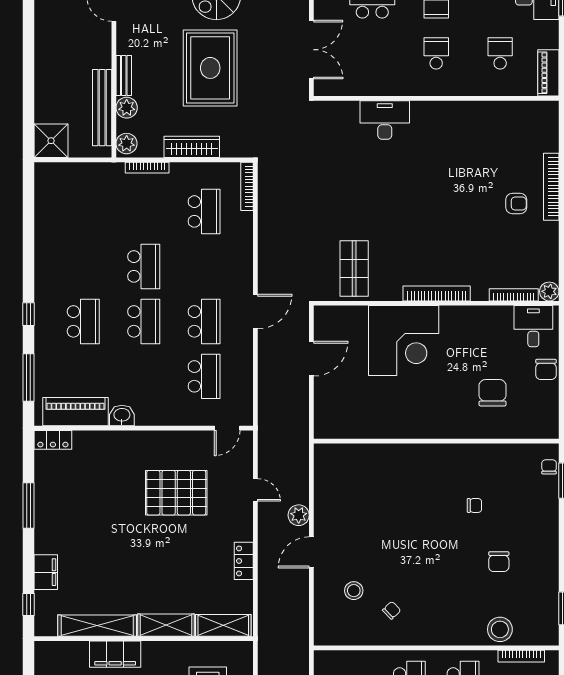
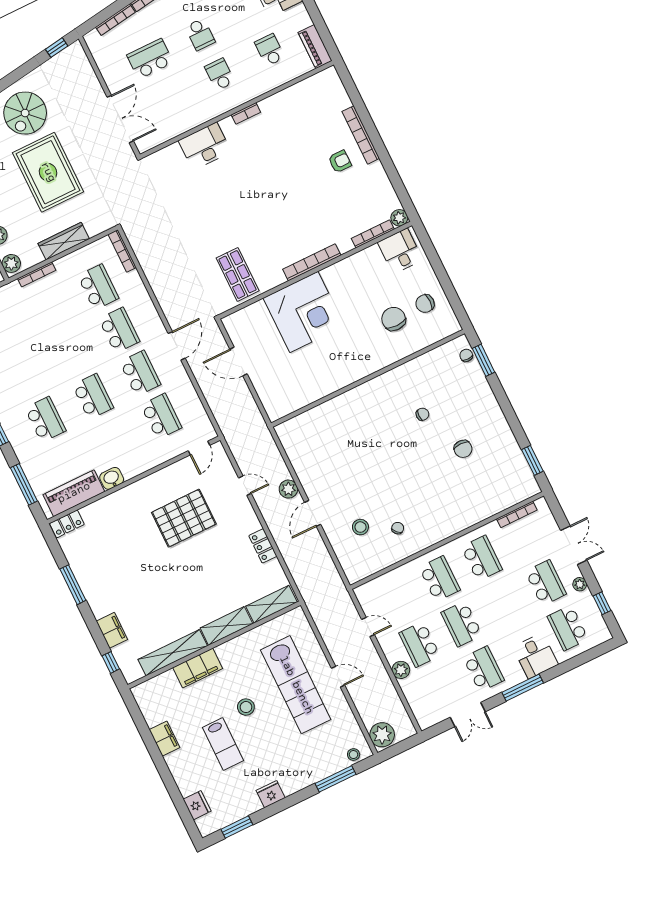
bookcase: (444, 107) -> (246, 113), added
school desk: (144, 266) -> (119, 330), moved
door: (311, 359) -> (239, 361), swing flipped
chair: (546, 369) -> (425, 304), moved, turned 90
stool: (500, 629) -> (490, 502), removed

